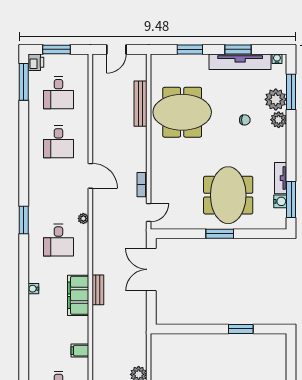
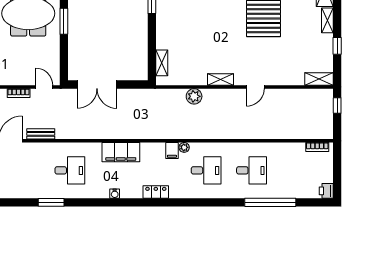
plant: (83, 219) -> (184, 147), moved
bench: (98, 290) -> (41, 134), moved
locker: (35, 333) -> (156, 192), added
shelving: (175, 340) -> (162, 63), added

